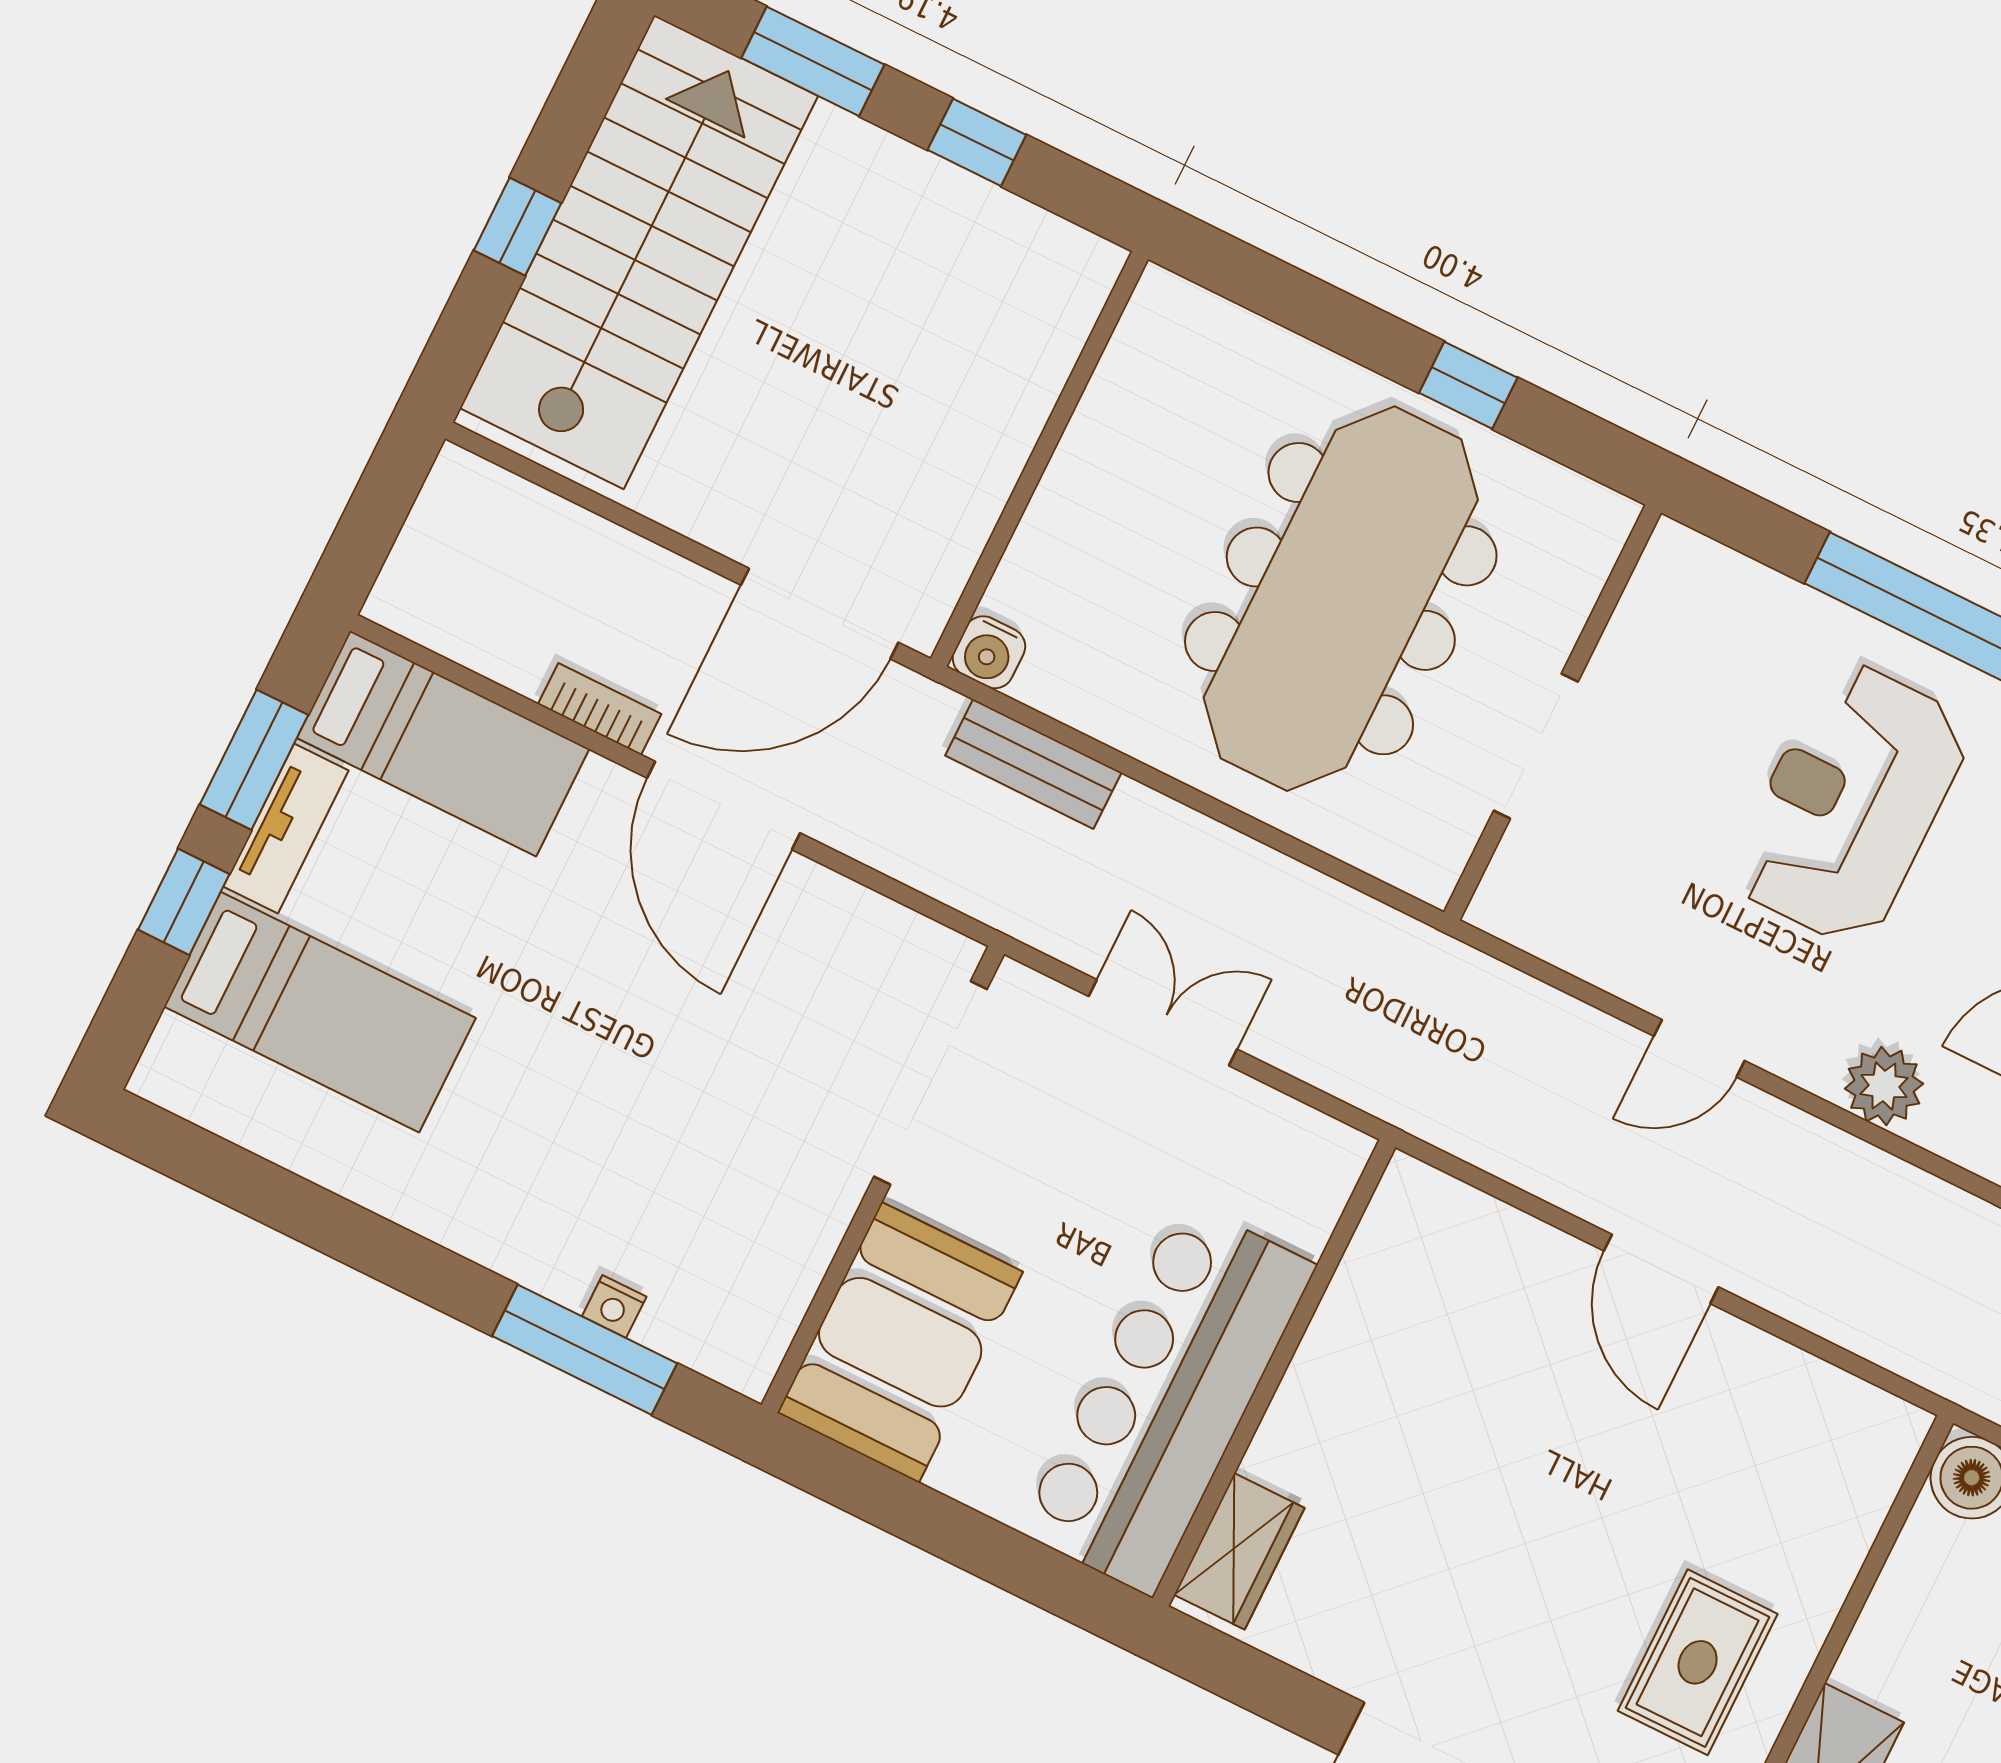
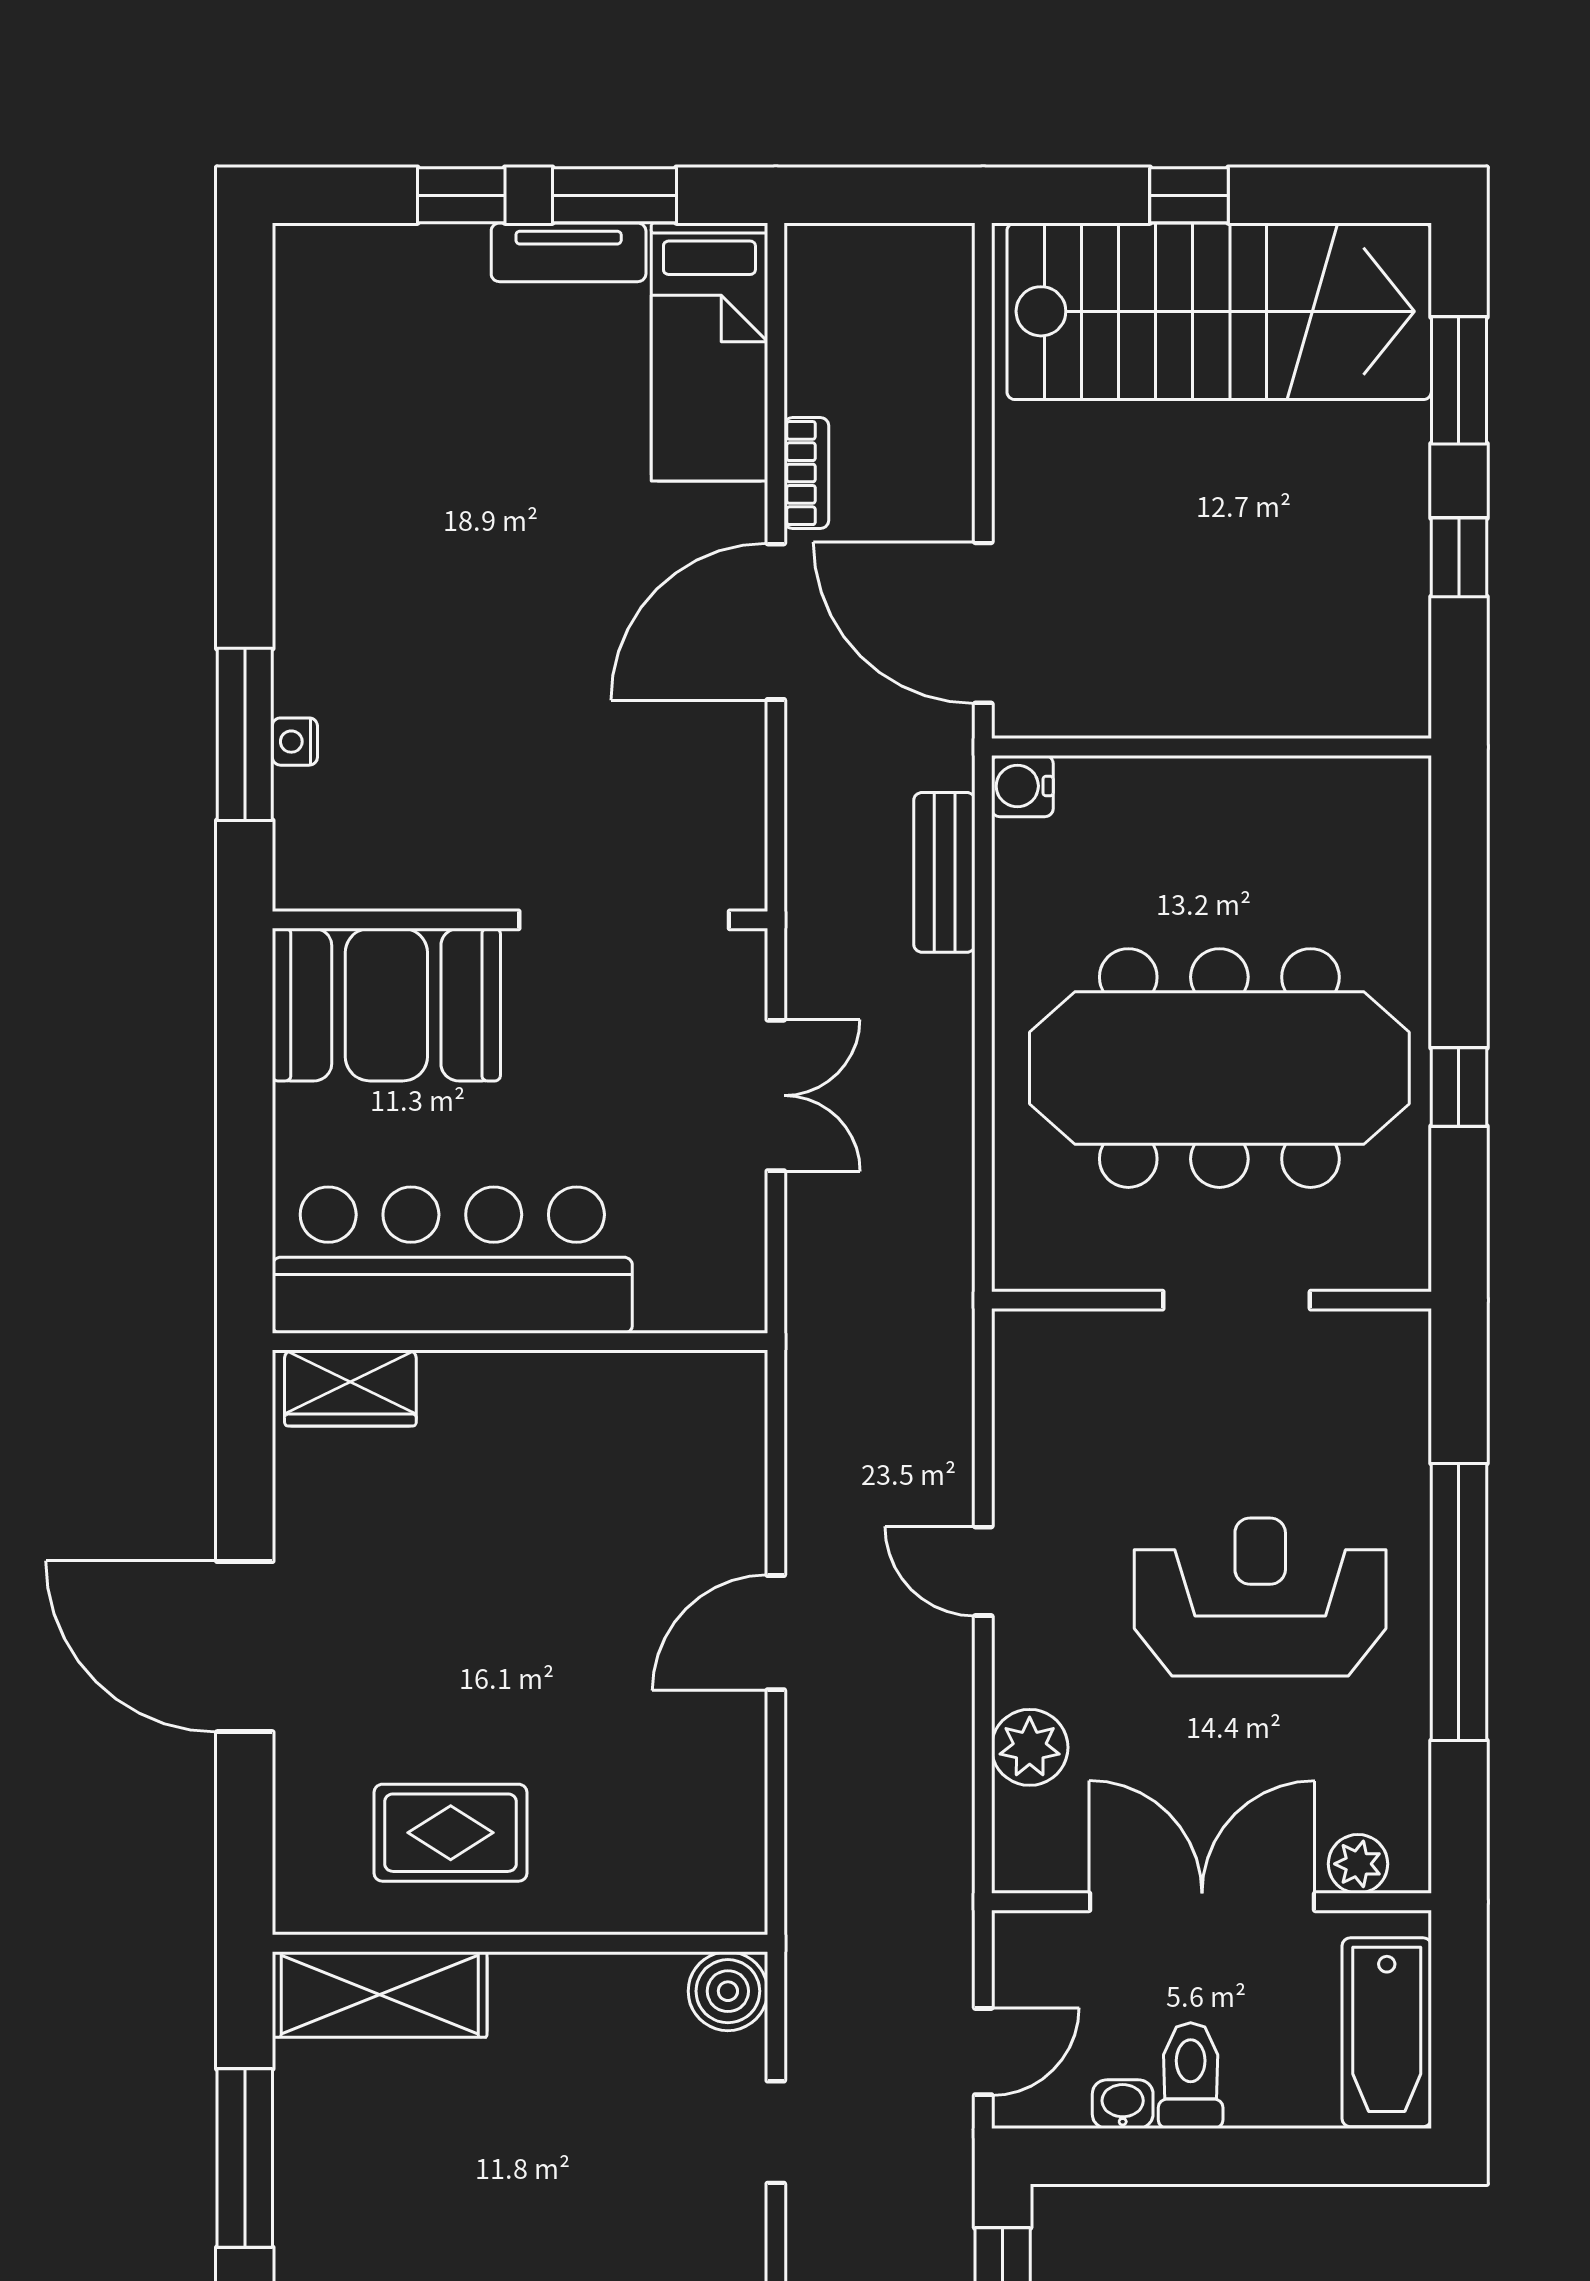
doorway: (1536, 746) -> (1237, 1300), moved
bed: (320, 1012) -> (424, 360), removed

